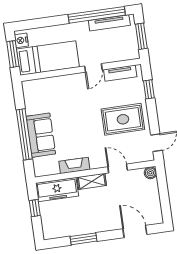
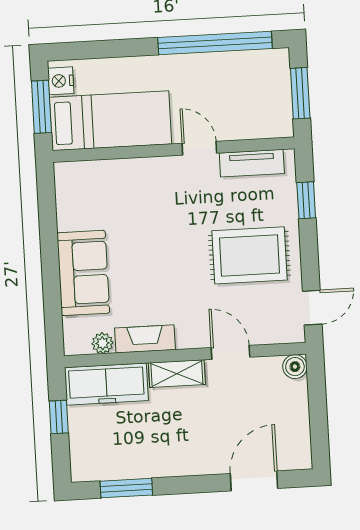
tv unit: (109, 23) -> (239, 61), removed
door: (93, 68) -> (199, 148), swing flipped
window: (24, 134) -> (50, 269), removed
plant: (53, 169) -> (102, 343), added
door: (135, 232) -> (254, 481), hinge flipped
window: (83, 239) -> (126, 488), moved

